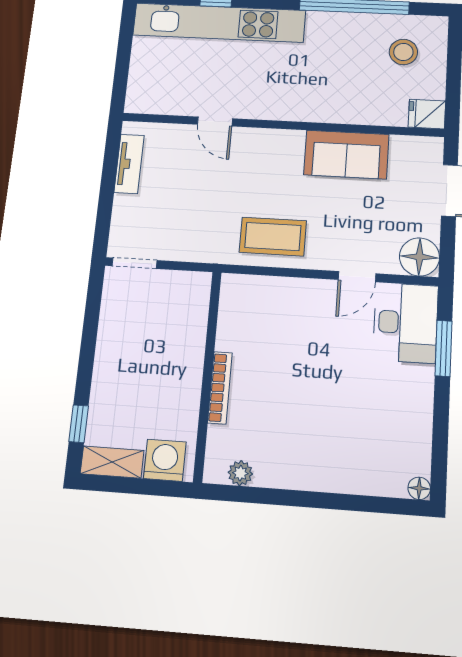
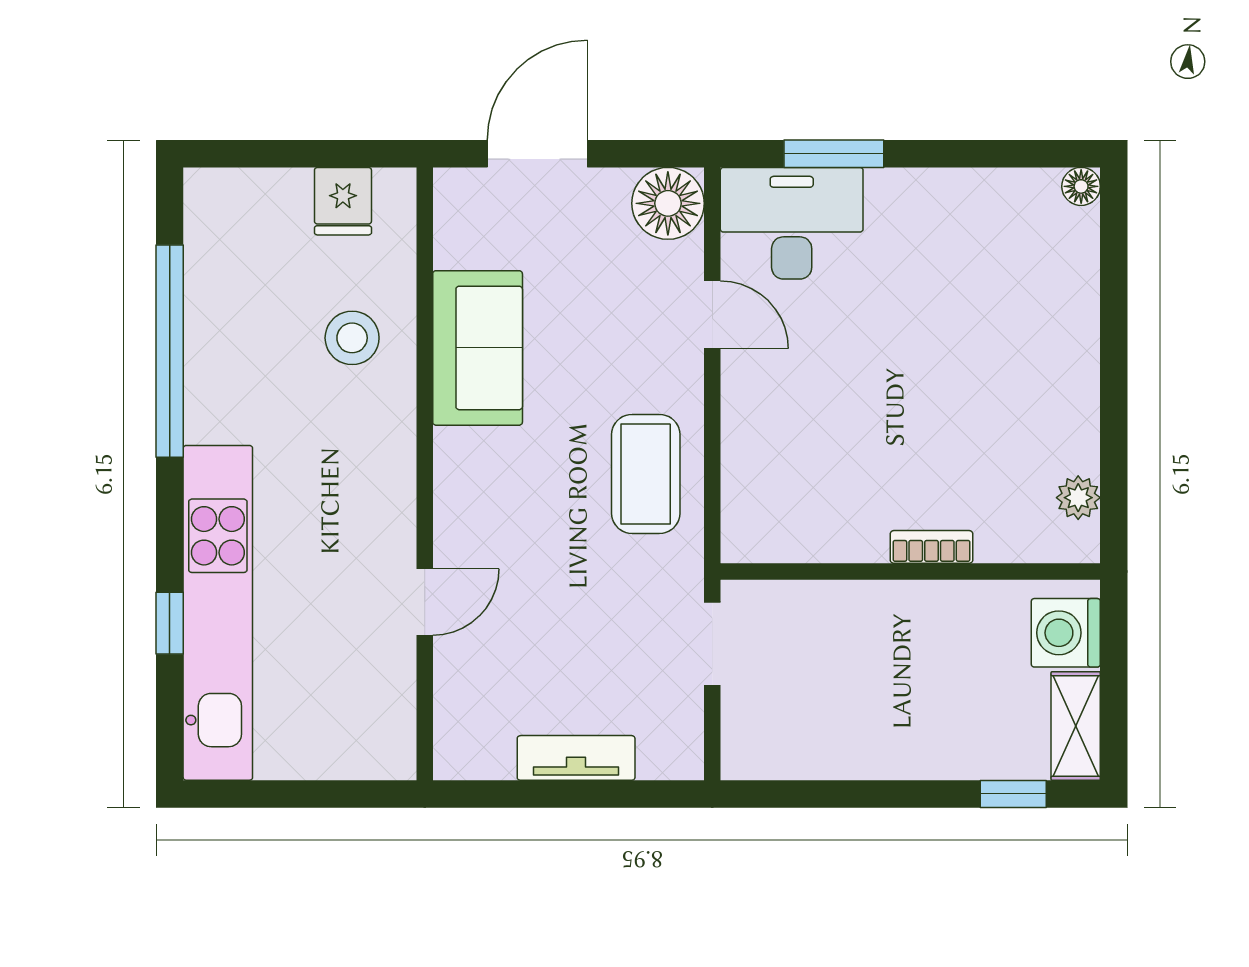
stool: (403, 52) -> (352, 338), moved
fridge: (427, 114) -> (343, 201), moved
tv unit: (129, 164) -> (576, 758), moved
doorway: (134, 263) -> (712, 644), moved
bookcase: (220, 388) -> (932, 547), width x0.64

